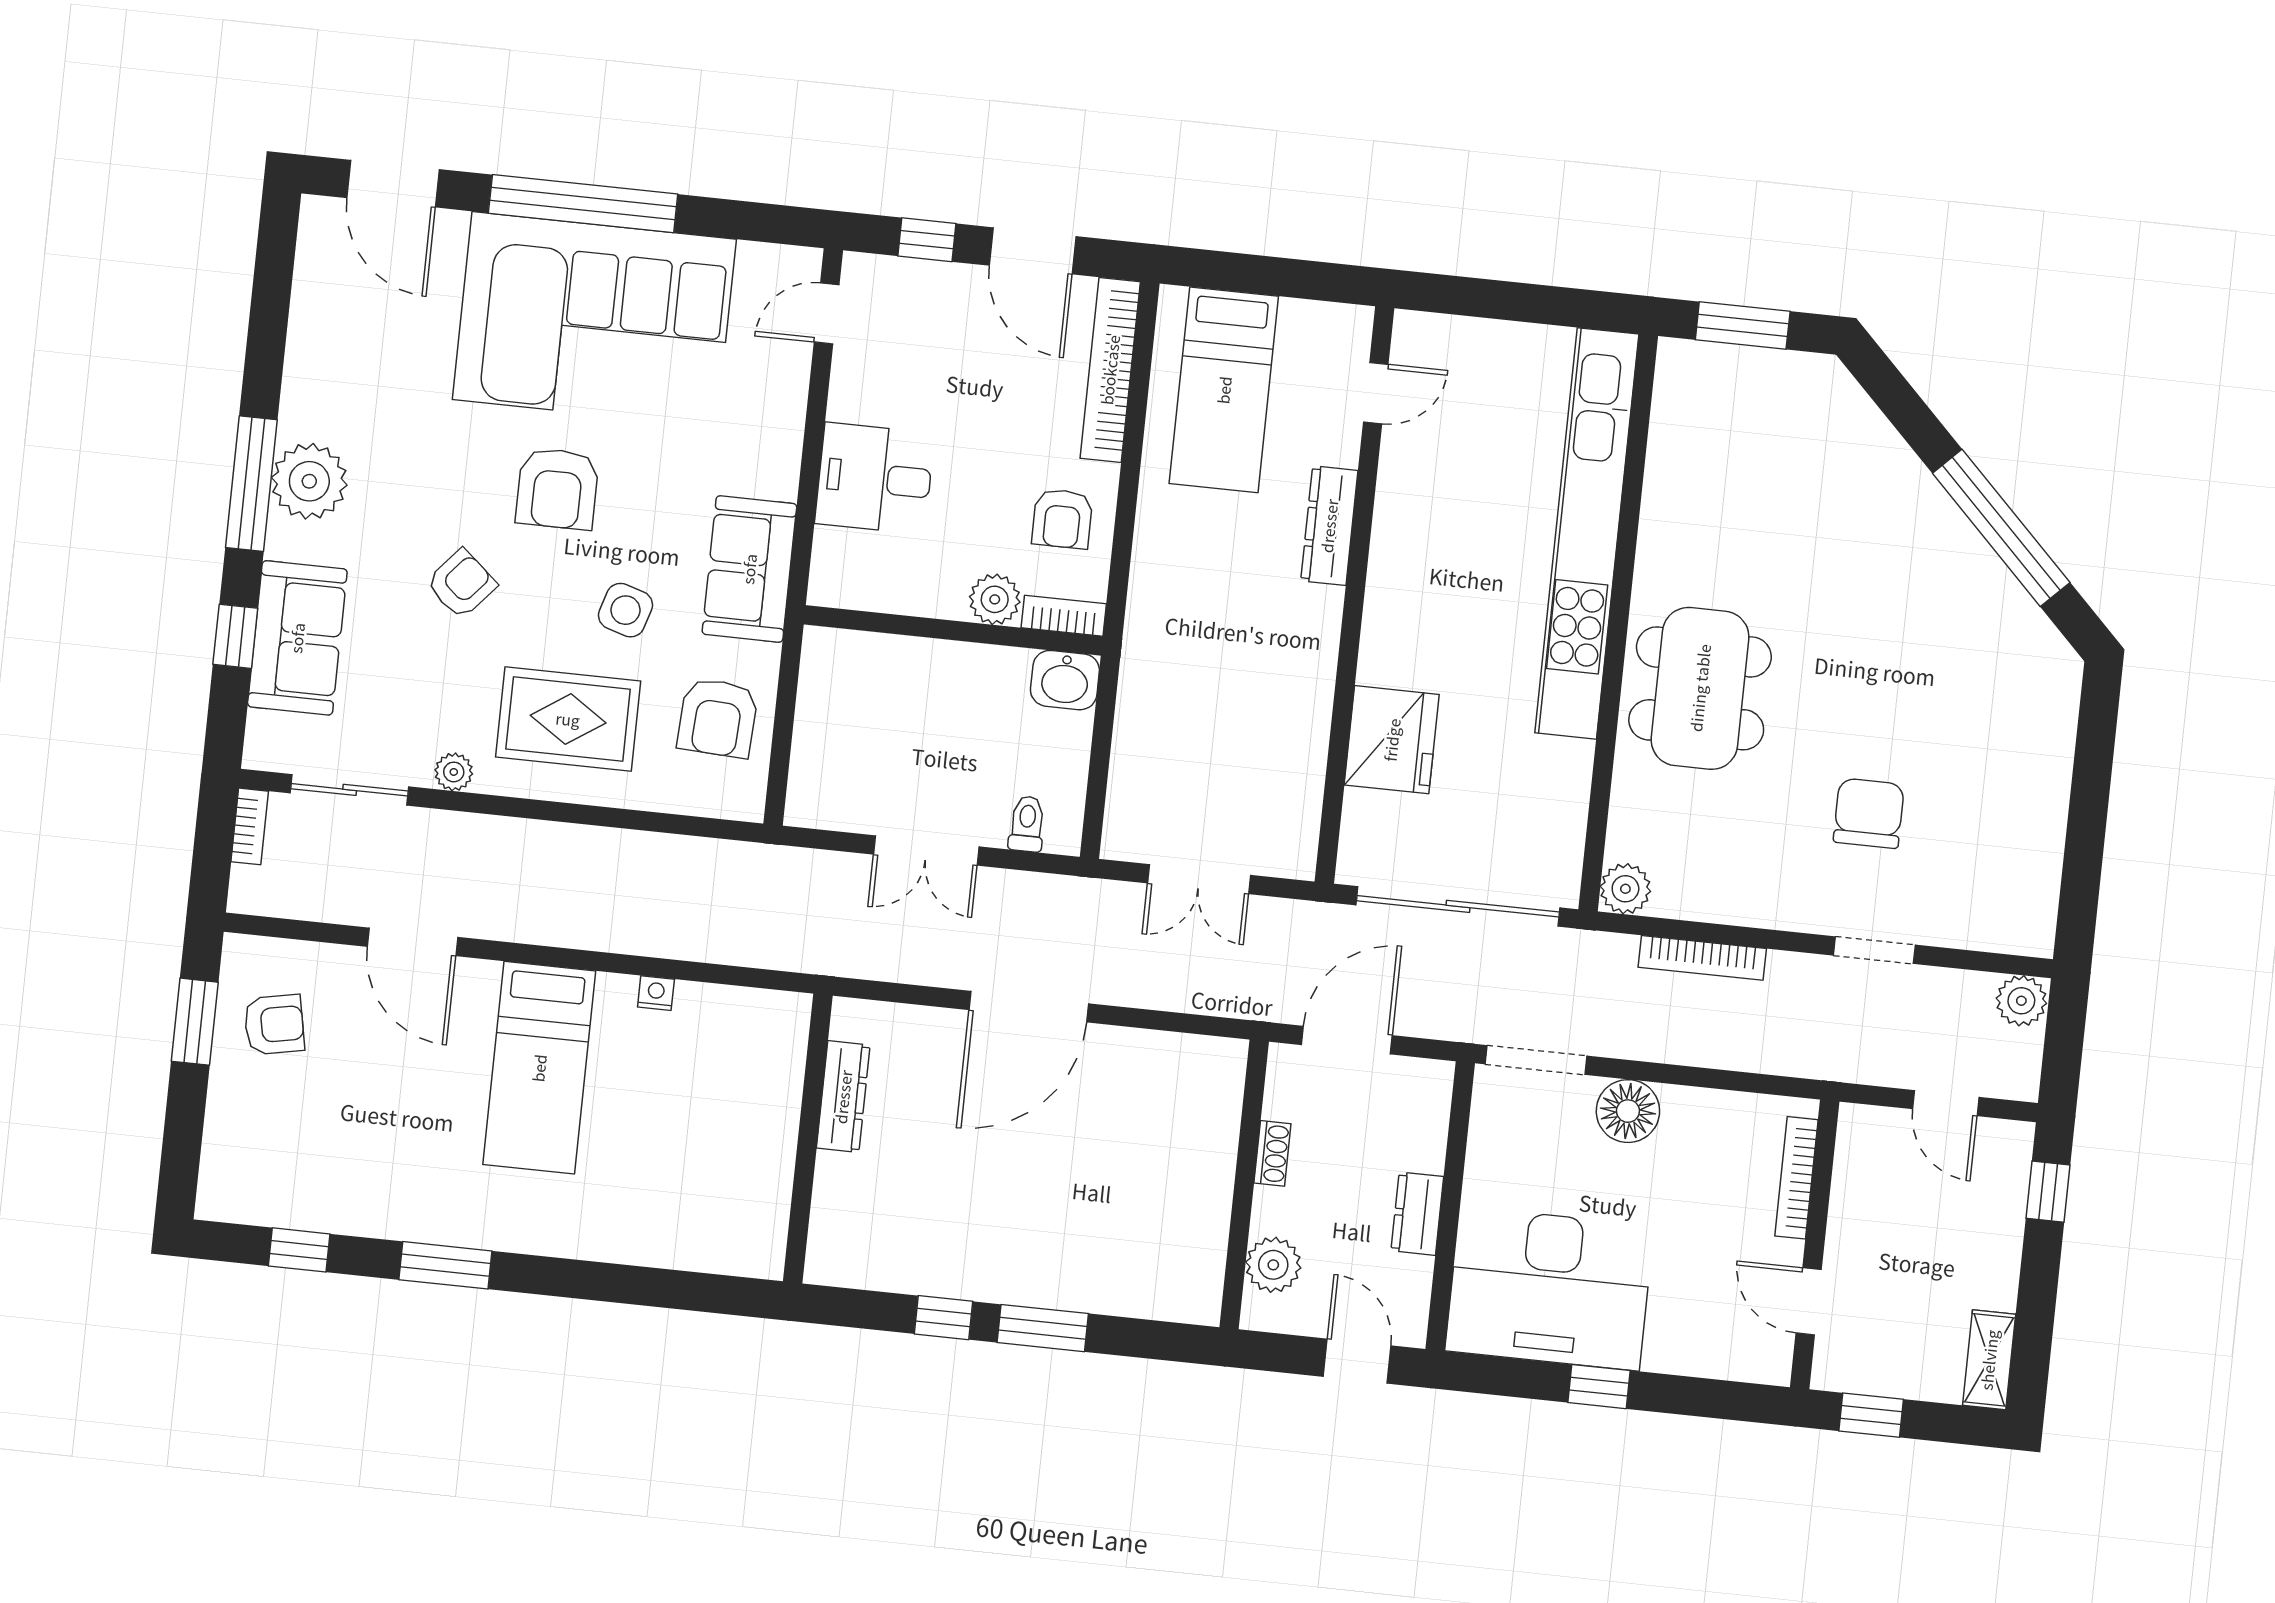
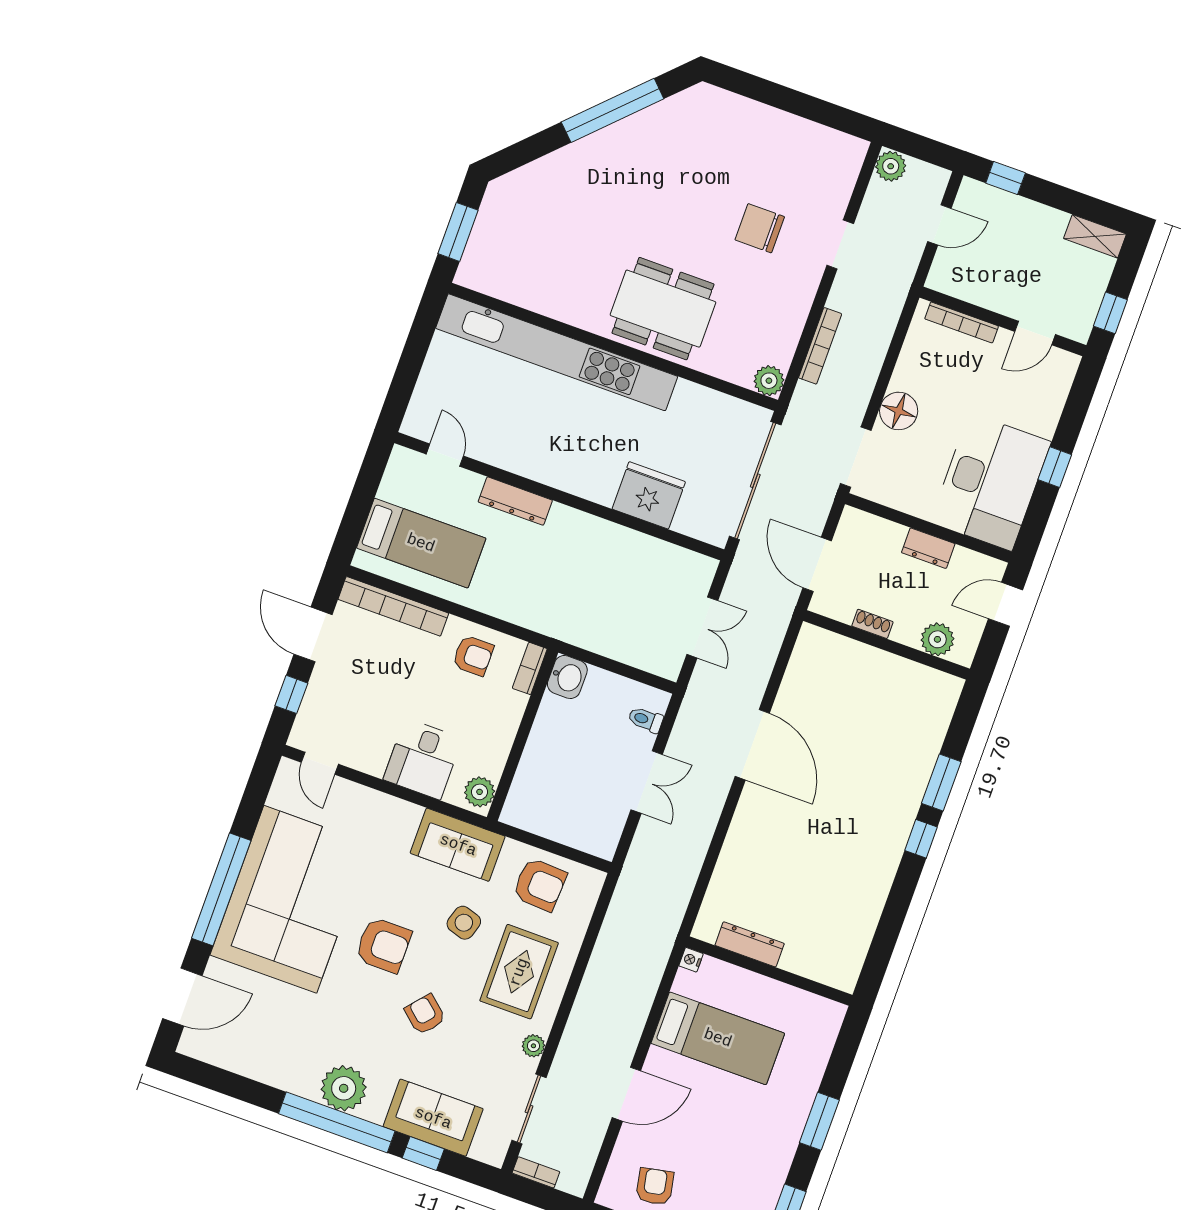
door: (1033, 251) -> (313, 634), swing flipped
window: (251, 484) -> (337, 1122), width x1.46
plant: (995, 599) -> (480, 792), moved
dresser: (843, 1097) -> (750, 944), moved
wall: (808, 1139) -> (769, 971), moved

